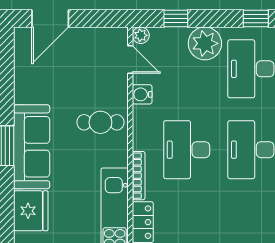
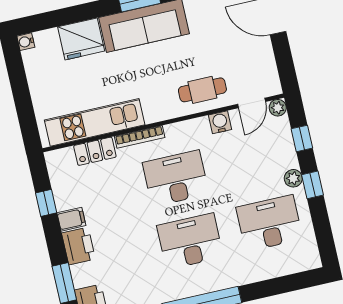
window: (256, 19) -> (312, 185), moved
plant: (205, 43) -> (293, 178), width x0.53, depth x0.53
cafe table: (100, 122) -> (202, 90), moved, turned 90

